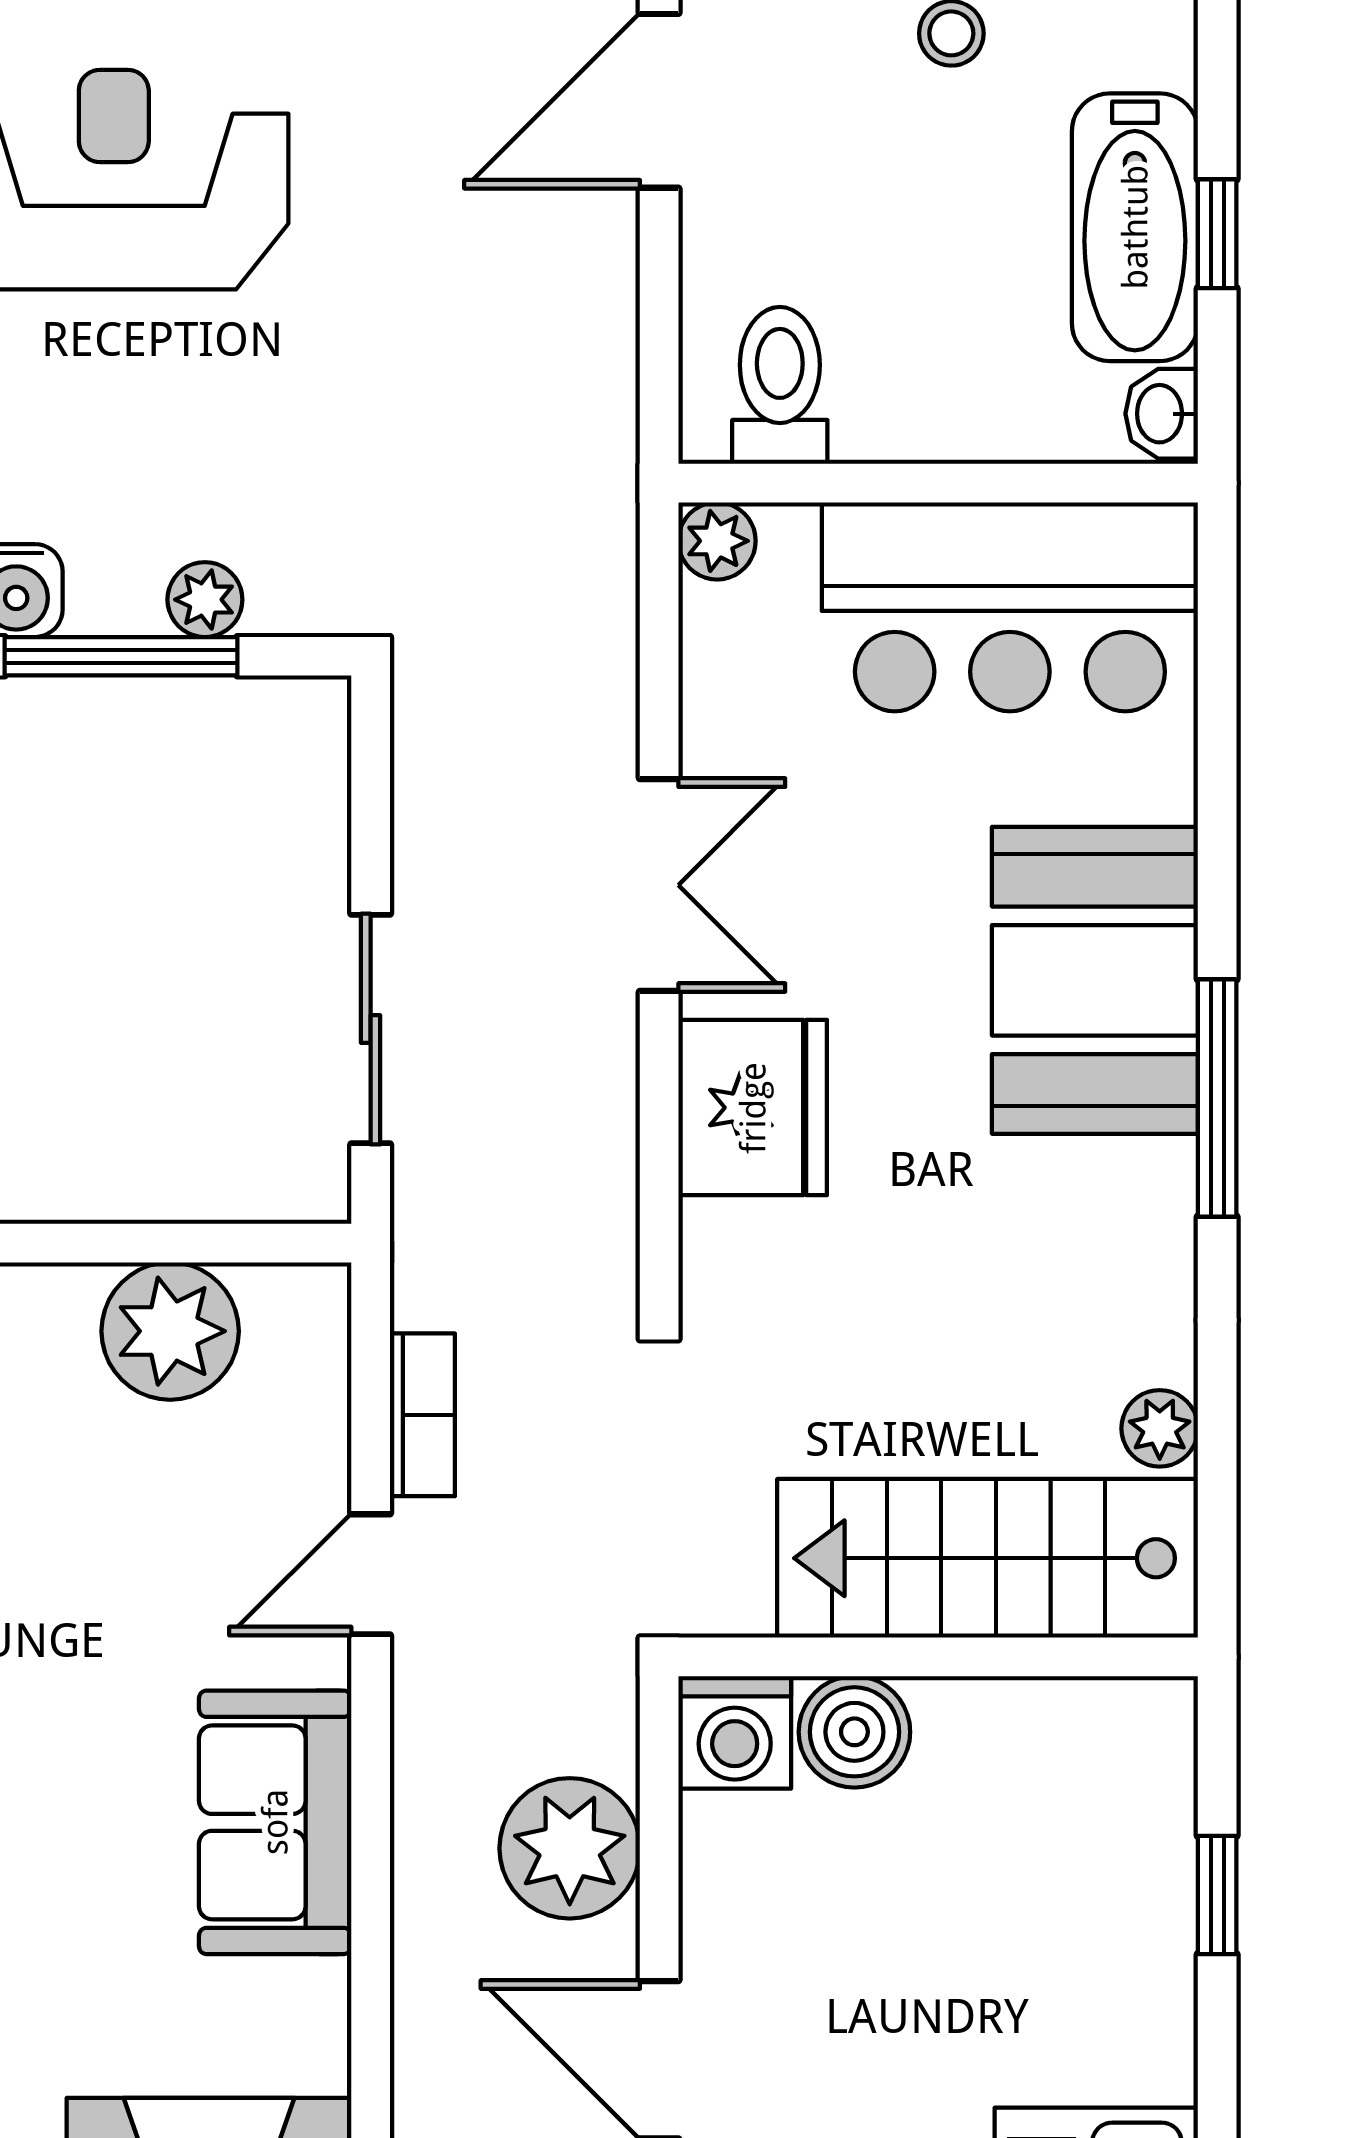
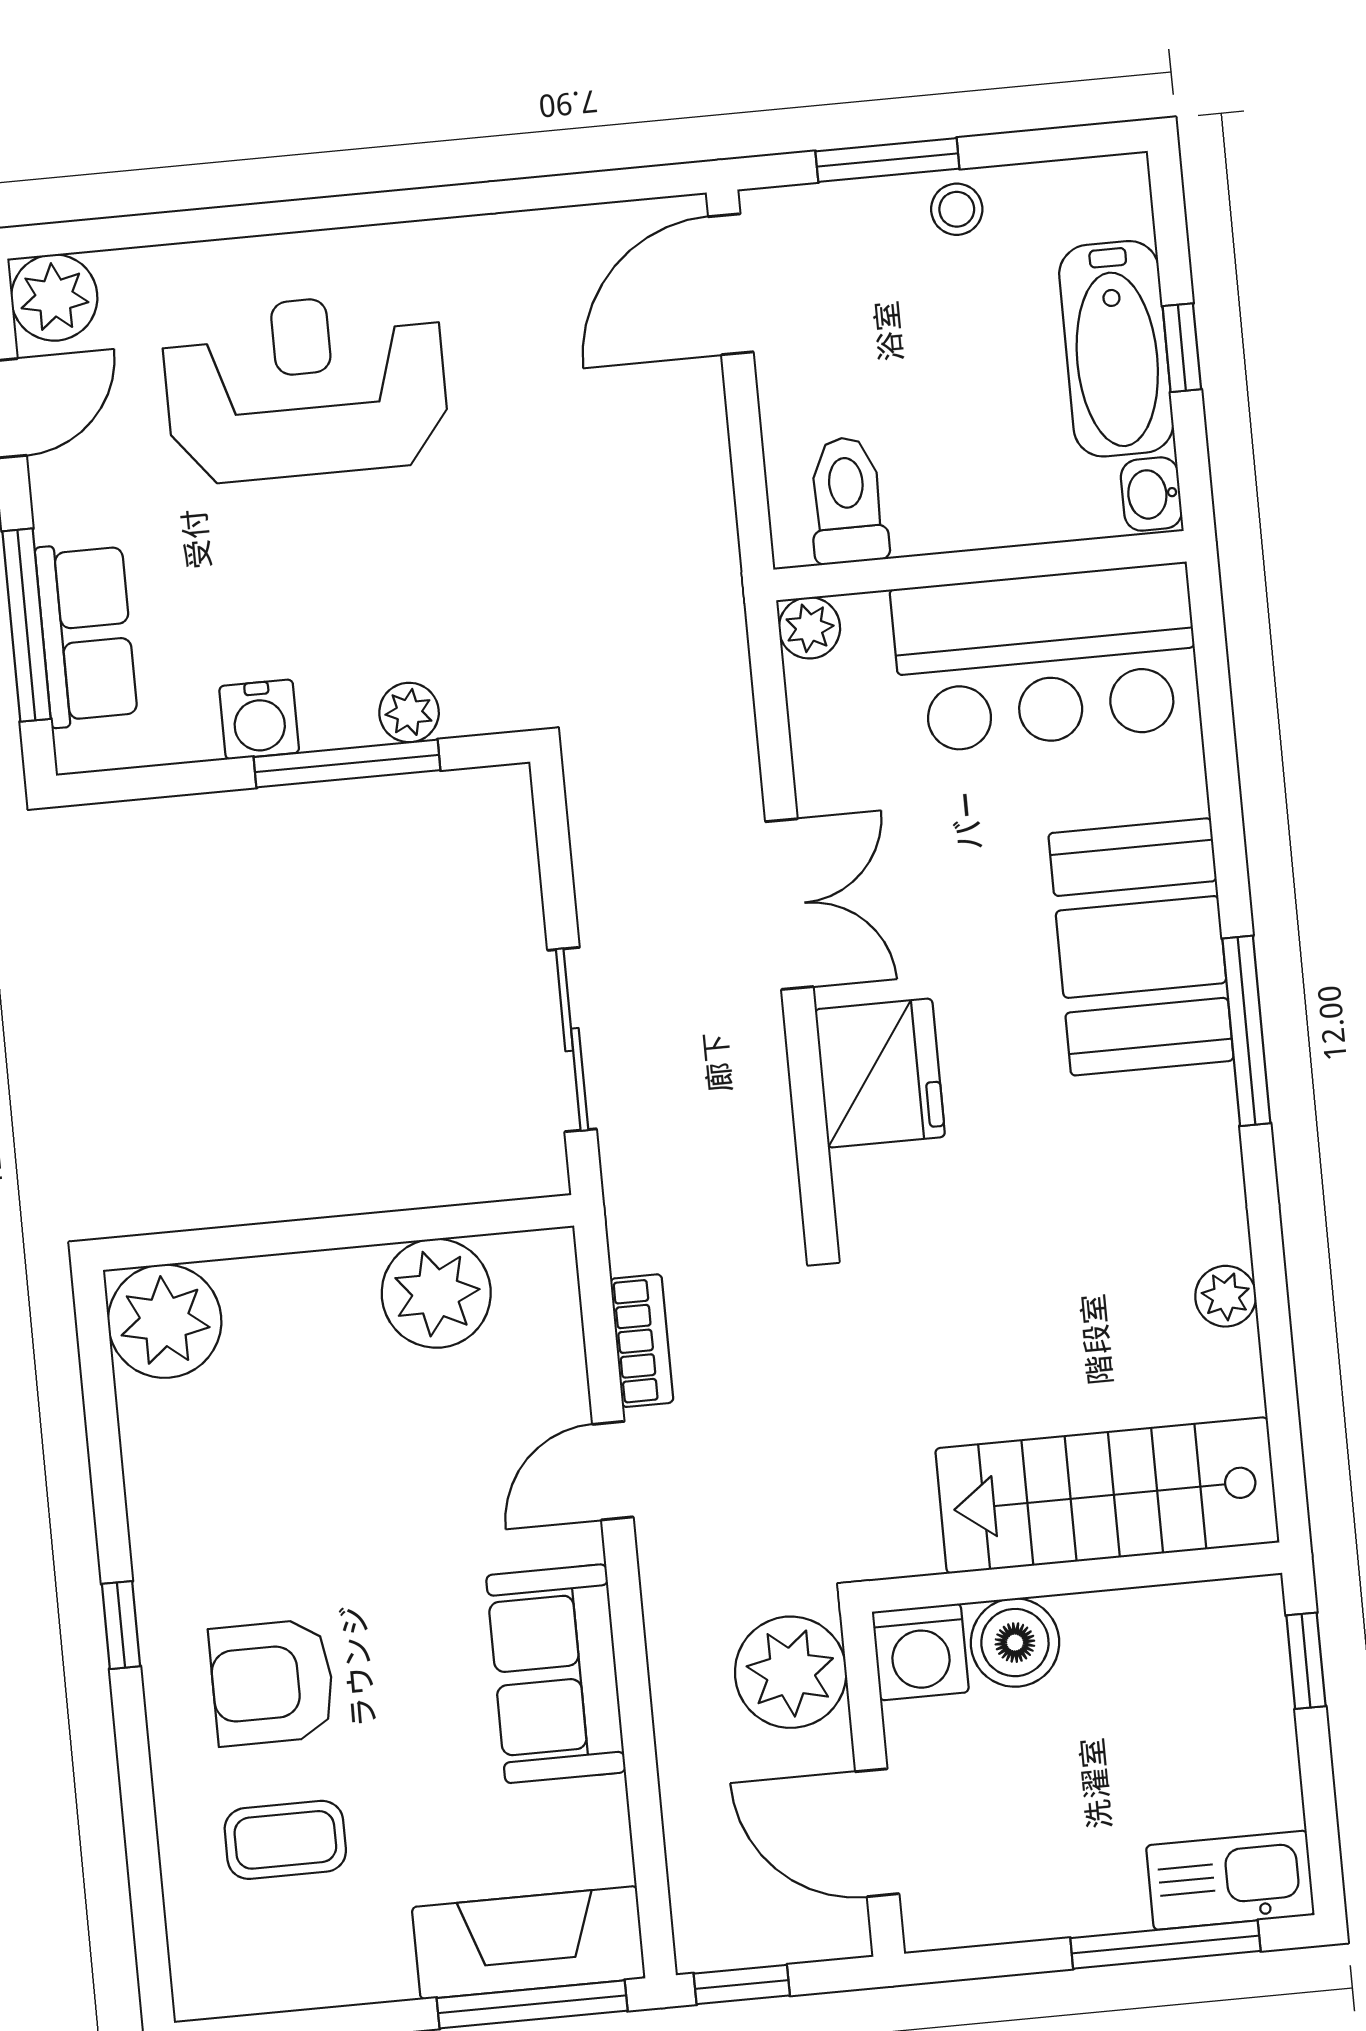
stairs: (988, 1558) -> (1107, 1495), moved
wall: (938, 1657) -> (1076, 1577), moved
washing machine: (735, 1732) -> (920, 1652), moved
boiler: (854, 1732) -> (1015, 1643), moved

